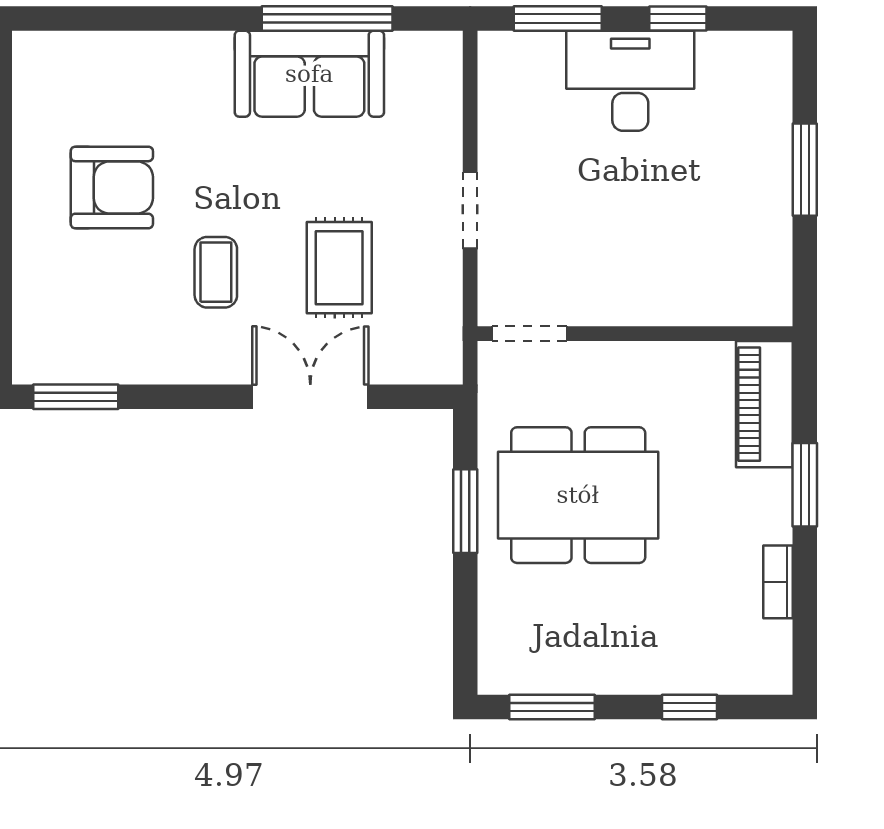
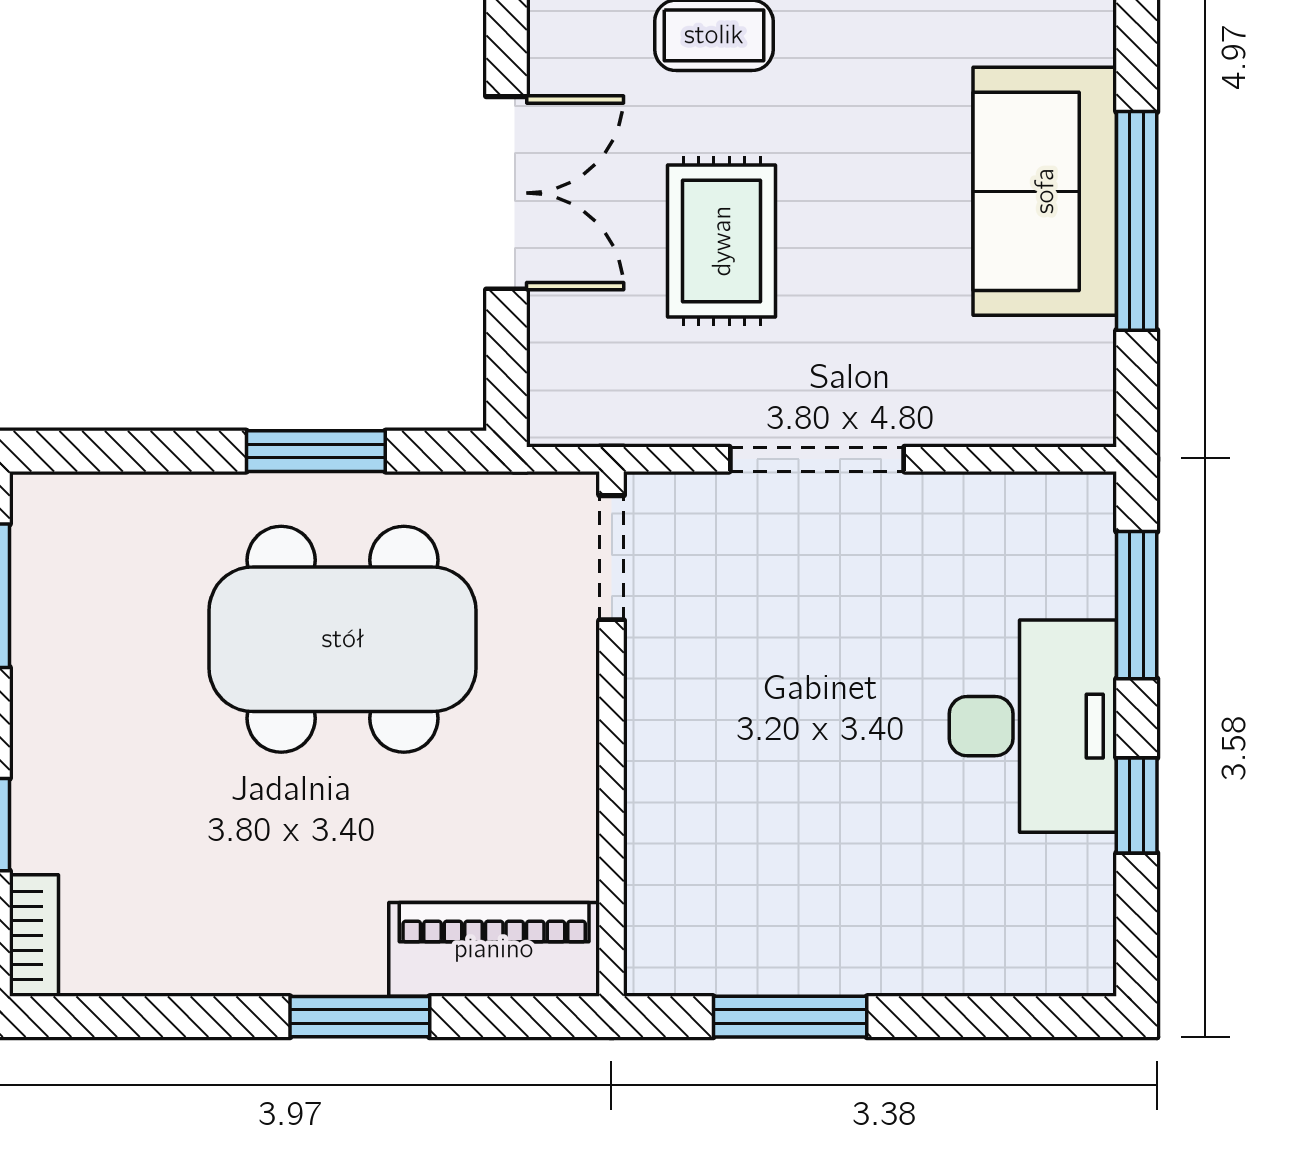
window: (805, 170) -> (790, 1017), moved
doorway: (470, 210) -> (817, 459), width x1.38
rug: (339, 268) -> (722, 241), turned 90
dining table: (578, 495) -> (343, 639), turned 90
bookcase: (778, 582) -> (34, 936), moved, turned 90

